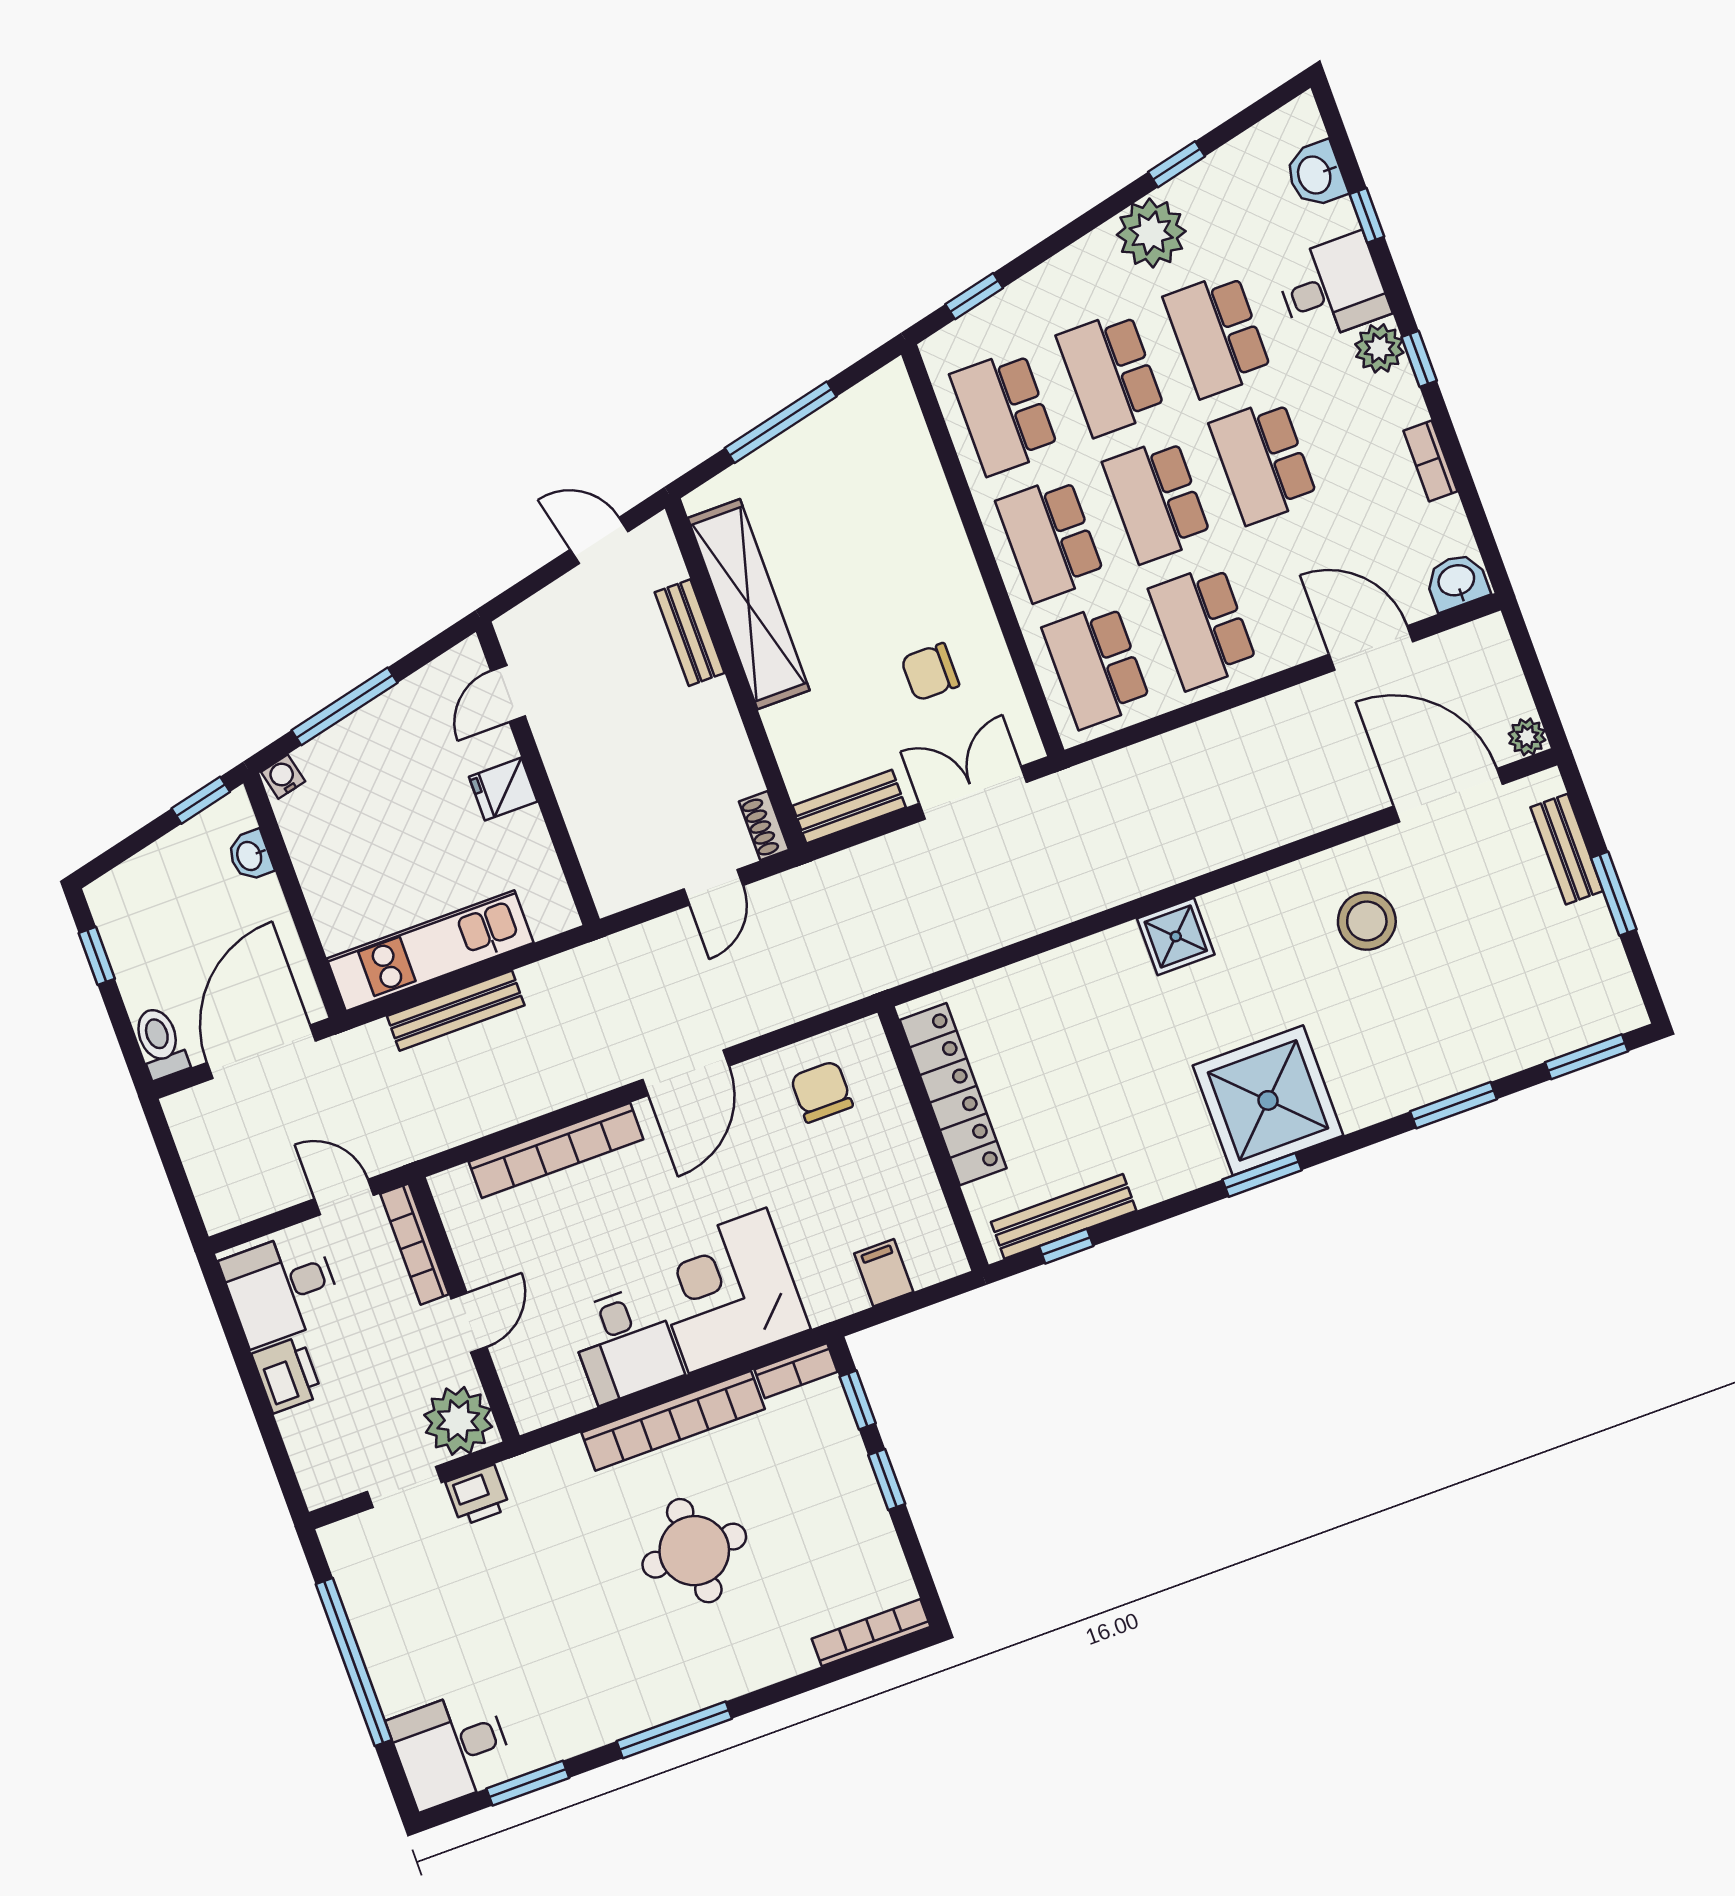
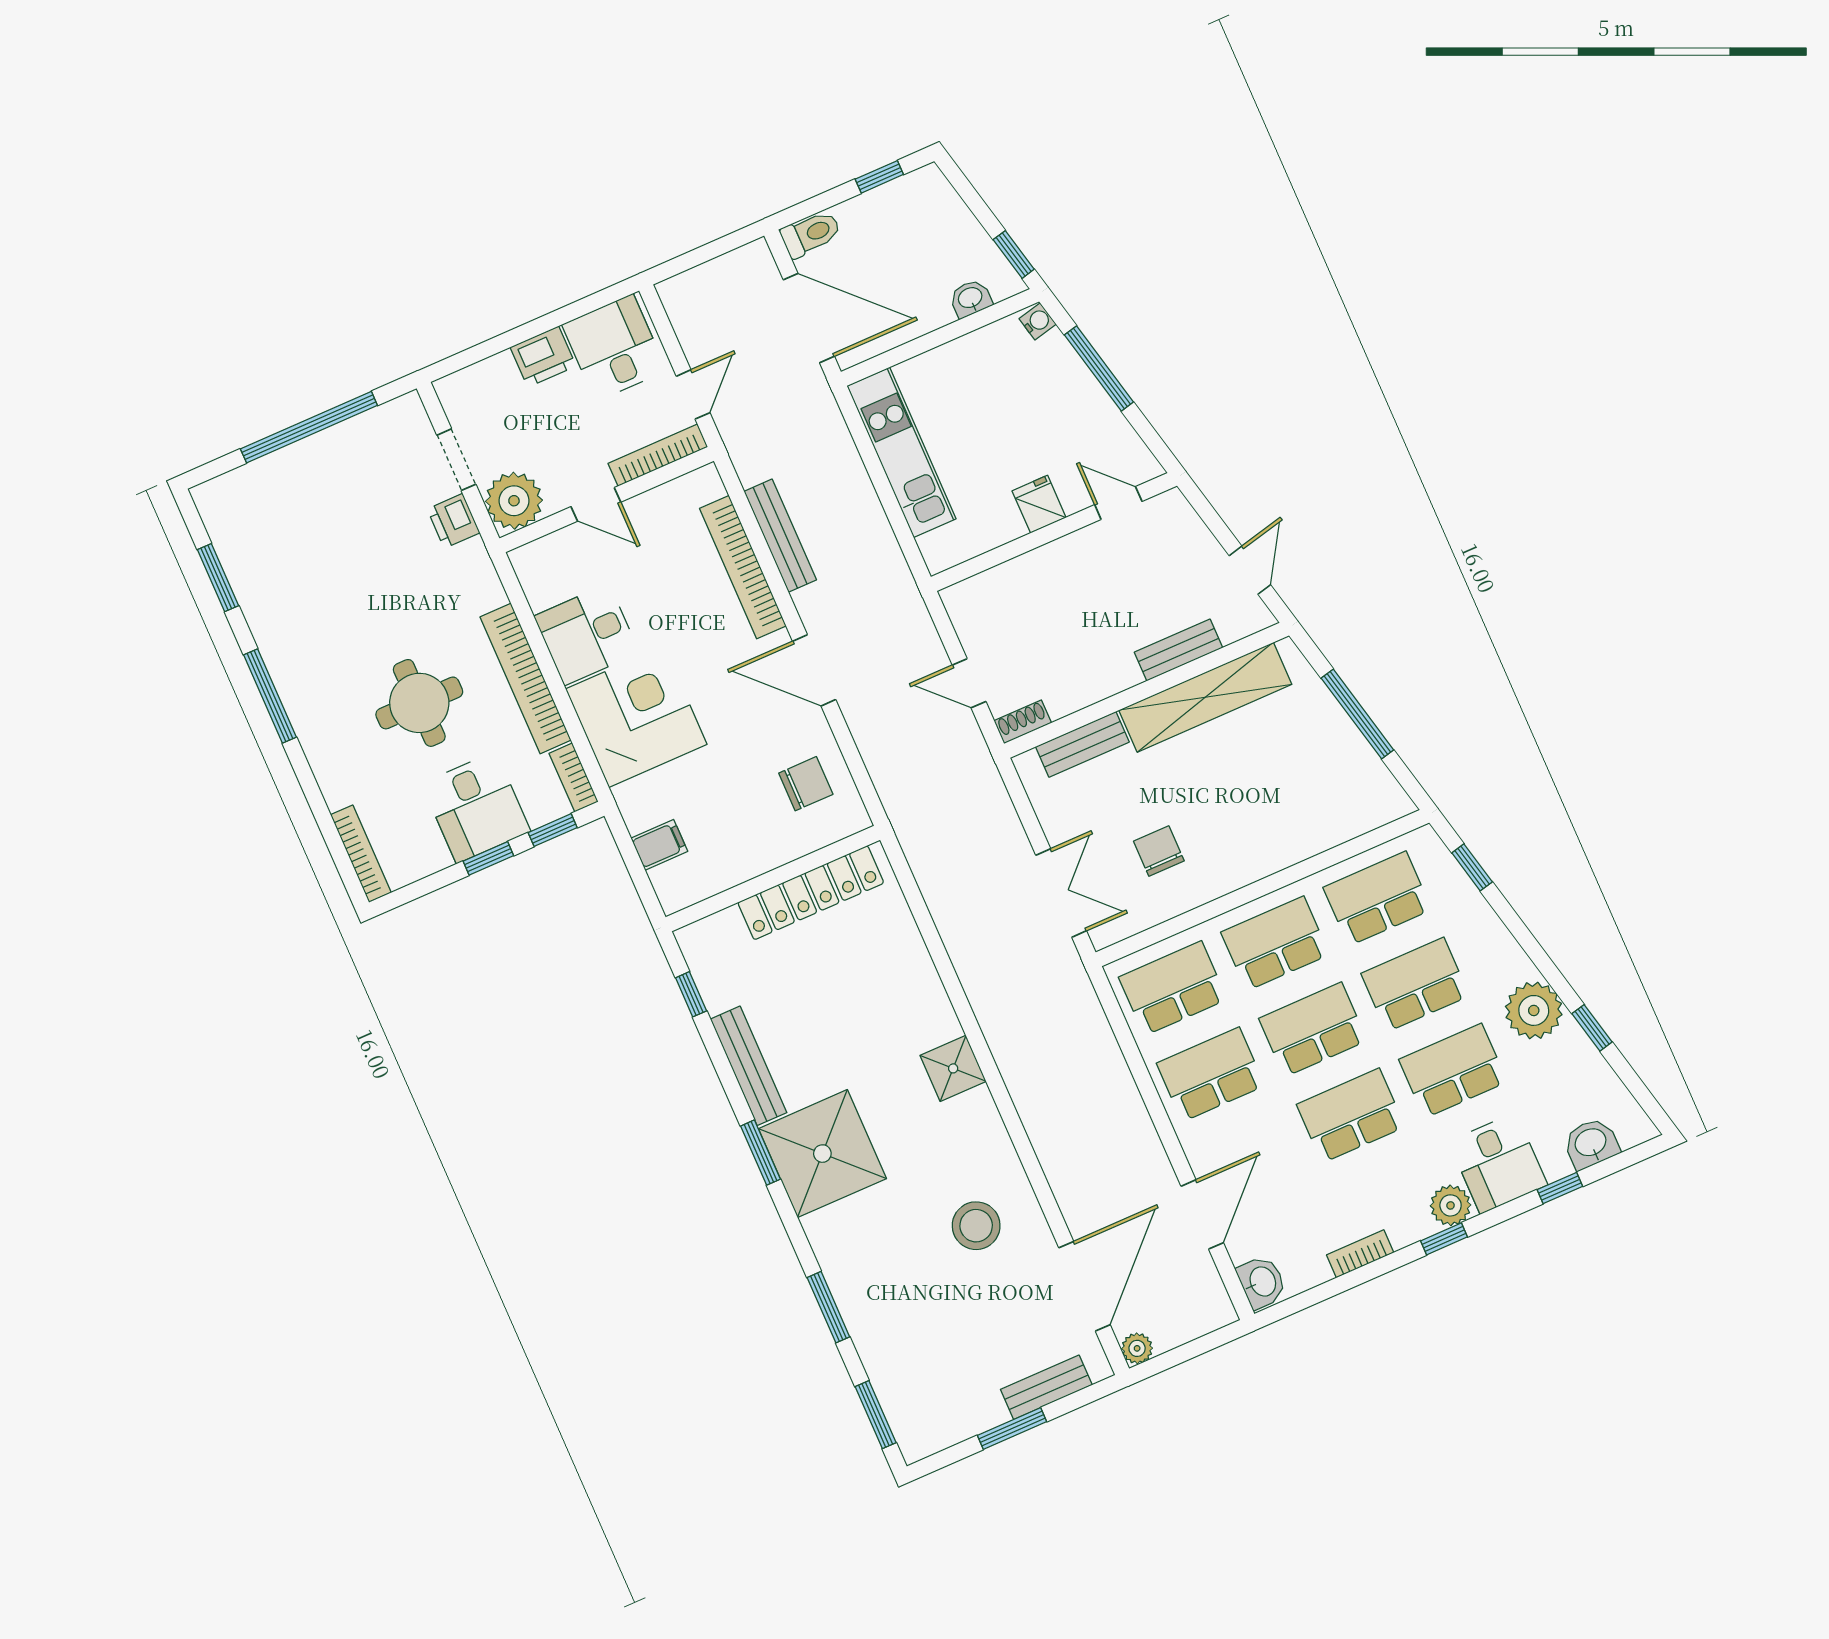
bench: (849, 807) -> (1082, 744), moved, turned 90
bench: (456, 1011) -> (780, 536), moved
bench: (1064, 1216) -> (749, 1066), moved
desk: (452, 1749) -> (476, 807), moved, turned 180

